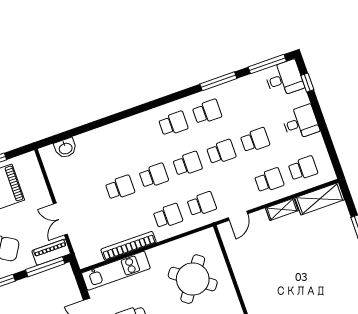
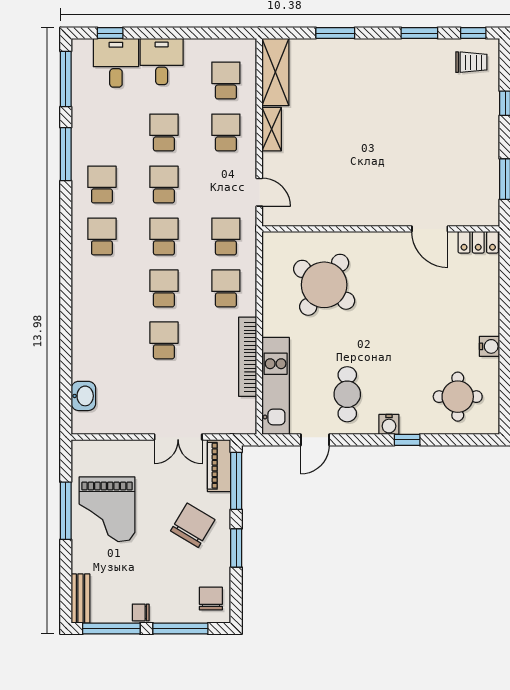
desk: (284, 79) -> (116, 63), moved

